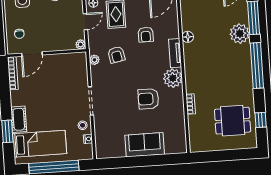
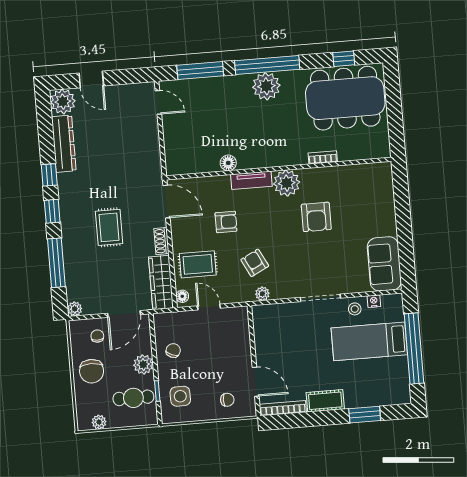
plant: (240, 34) -> (266, 86), moved
plant: (81, 44) -> (241, 313), removed
armchair: (116, 55) -> (255, 263), turned -106
cot: (19, 119) -> (325, 401), moved
dining table: (233, 121) -> (345, 98), width x1.88, depth x1.24
bed: (40, 144) -> (369, 341), moved, turned -90
sofa: (145, 145) -> (384, 264), moved

